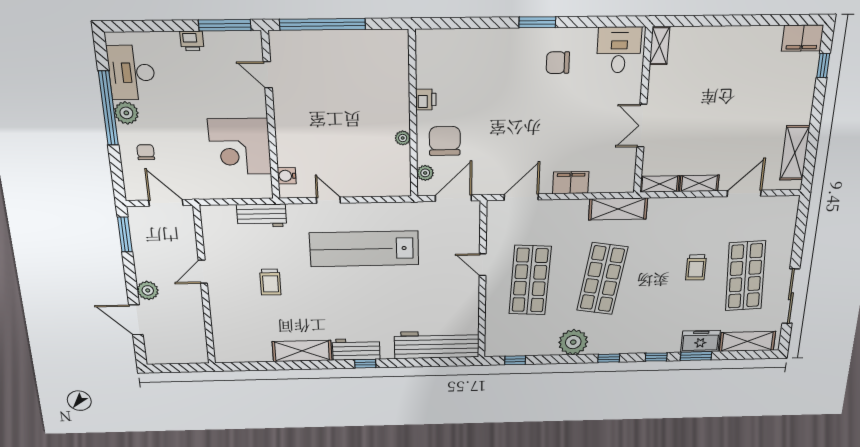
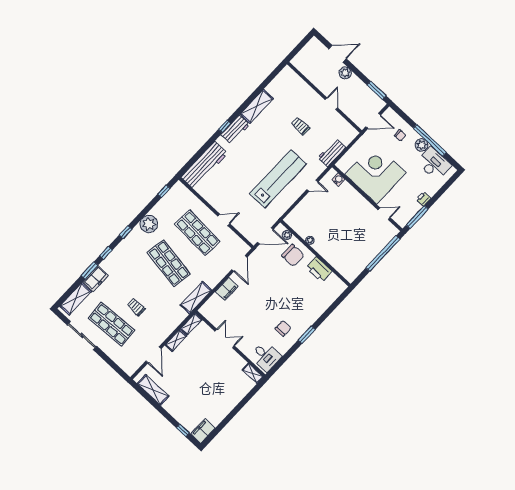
printer: (426, 100) -> (319, 269), width x1.87, depth x1.48
corner desk: (240, 147) -> (376, 174), width x1.36, depth x1.36
door: (453, 198) -> (265, 236), hinge flipped

